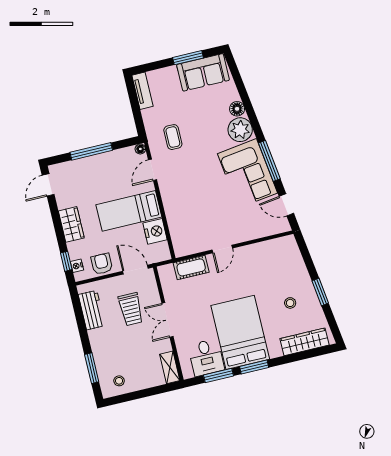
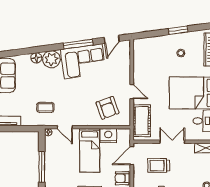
armchair: (192, 221) -> (107, 108), added
cot: (191, 267) -> (142, 121), width x1.37, depth x1.34
trolley: (131, 309) -> (159, 165), turned 180
double door: (167, 320) -> (172, 142), swing flipped

